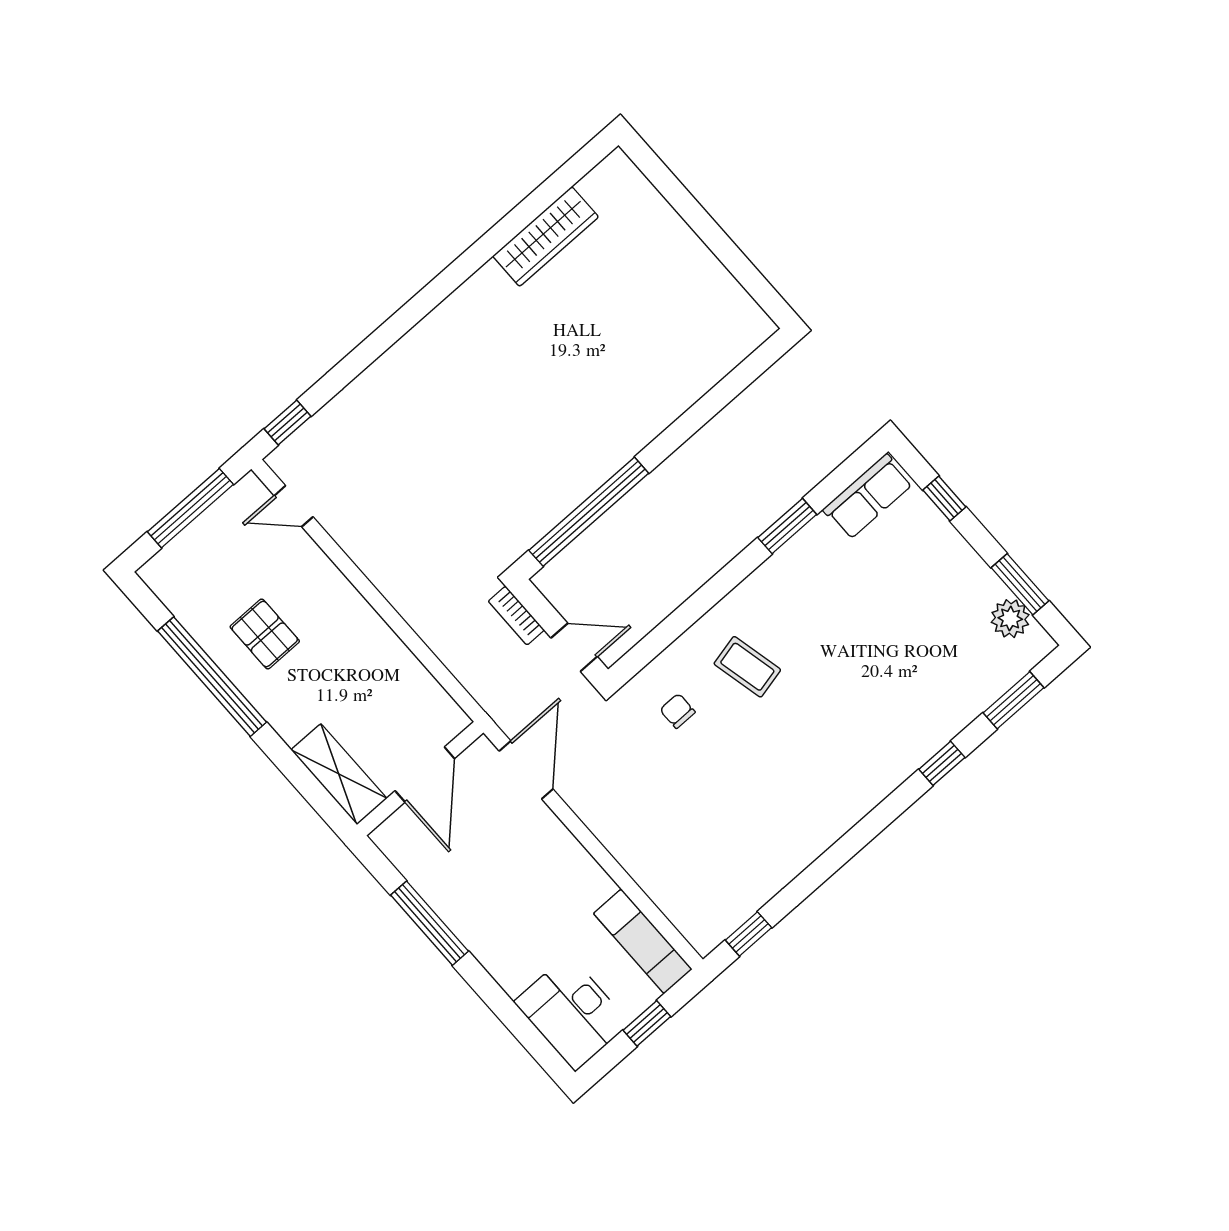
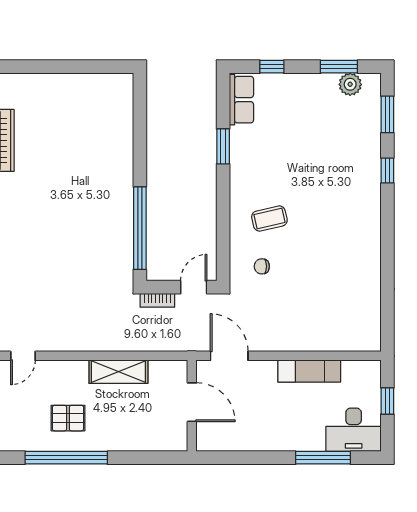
shelving: (339, 774) -> (118, 372), moved
window: (429, 923) -> (323, 458), moved
window: (748, 934) -> (387, 322), removed
exam couch: (643, 941) -> (309, 371), moved

